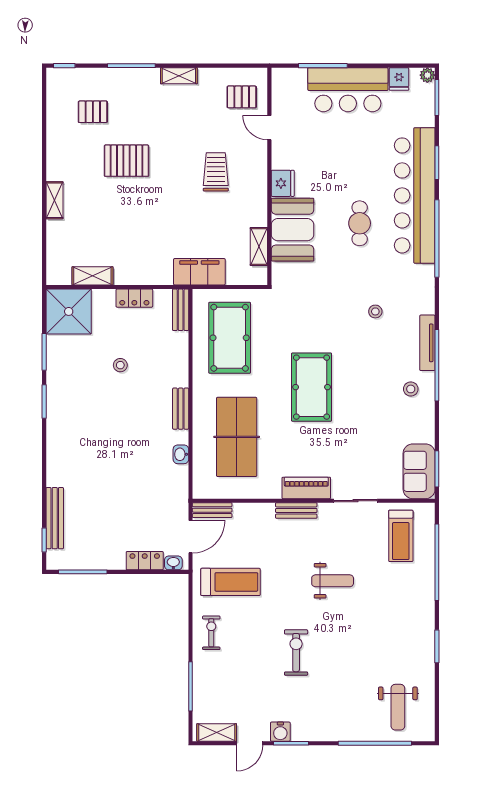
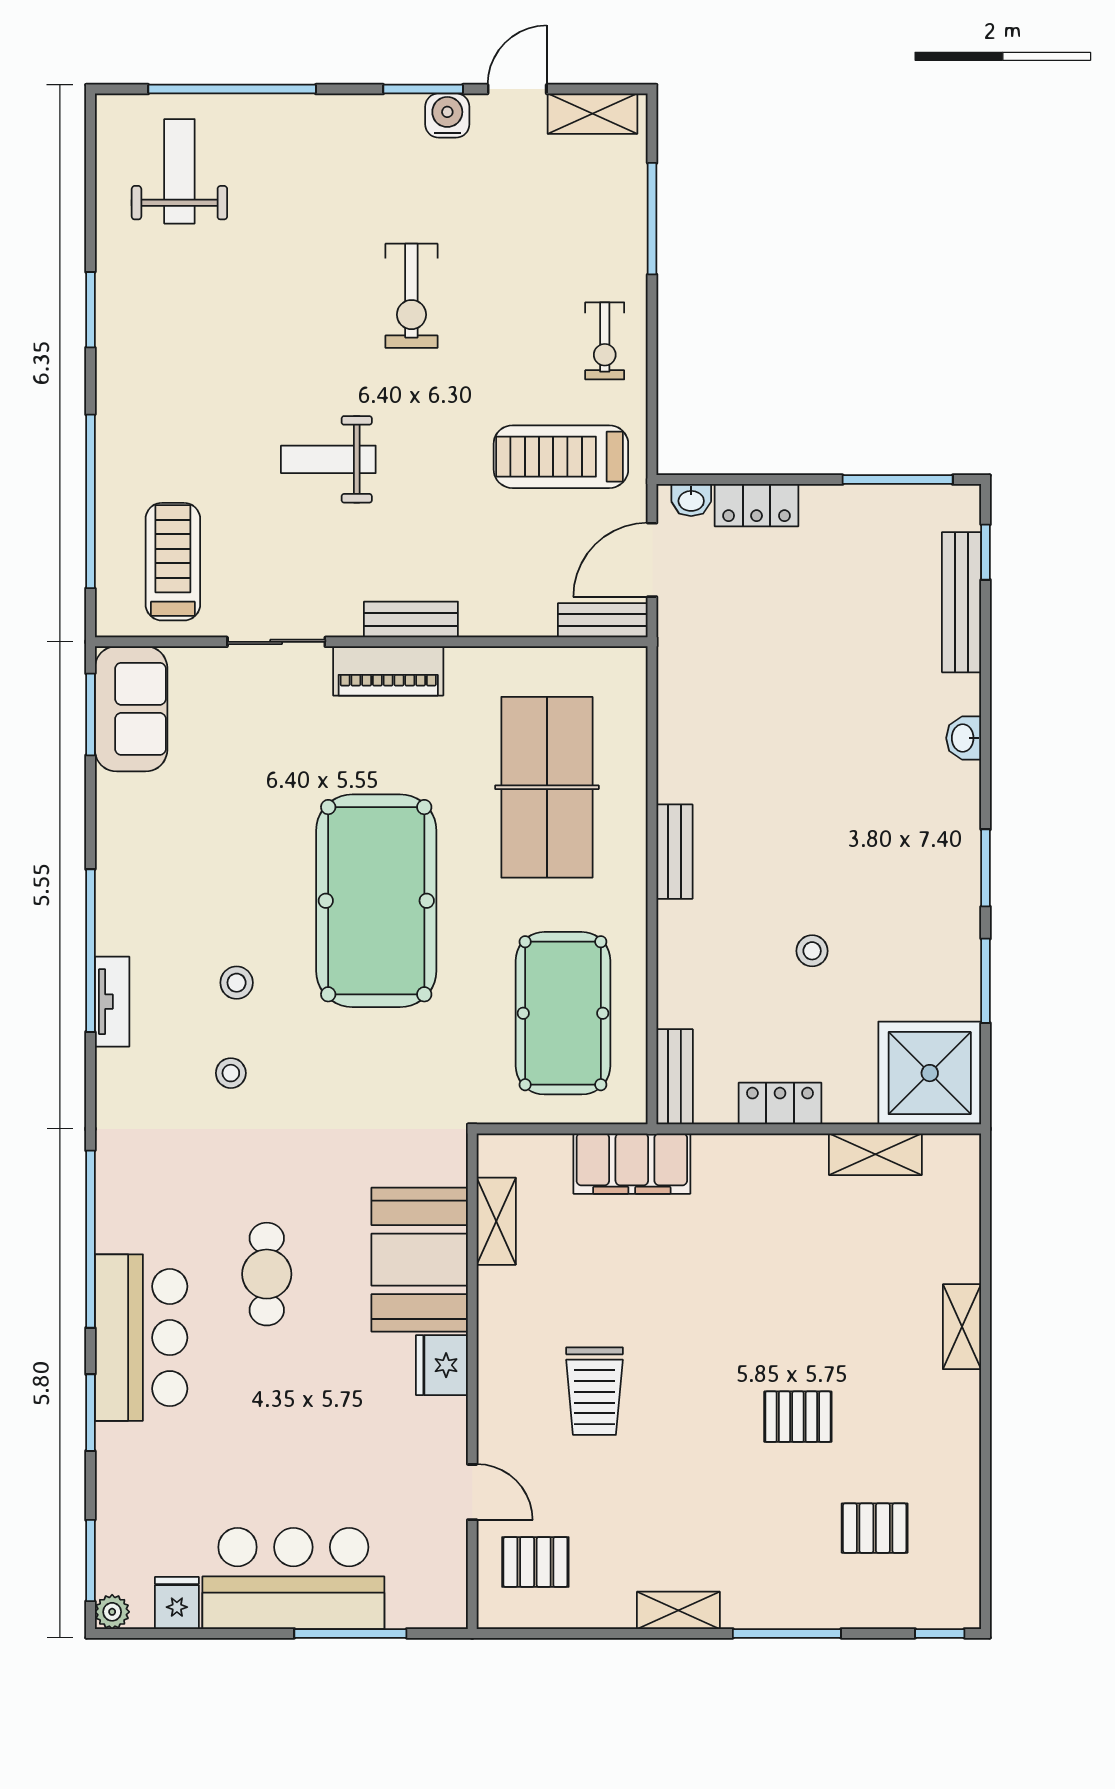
pallet: (127, 161) -> (798, 1417), width x0.67, depth x0.71
bar counter: (415, 195) -> (141, 1338), width x0.54
tv unit: (427, 343) -> (112, 1002), width x0.71
pool table: (312, 387) -> (376, 901), width x1.36, depth x1.32
stool: (411, 389) -> (237, 983), moved
washbasin: (181, 454) -> (964, 738), moved, turned 180

